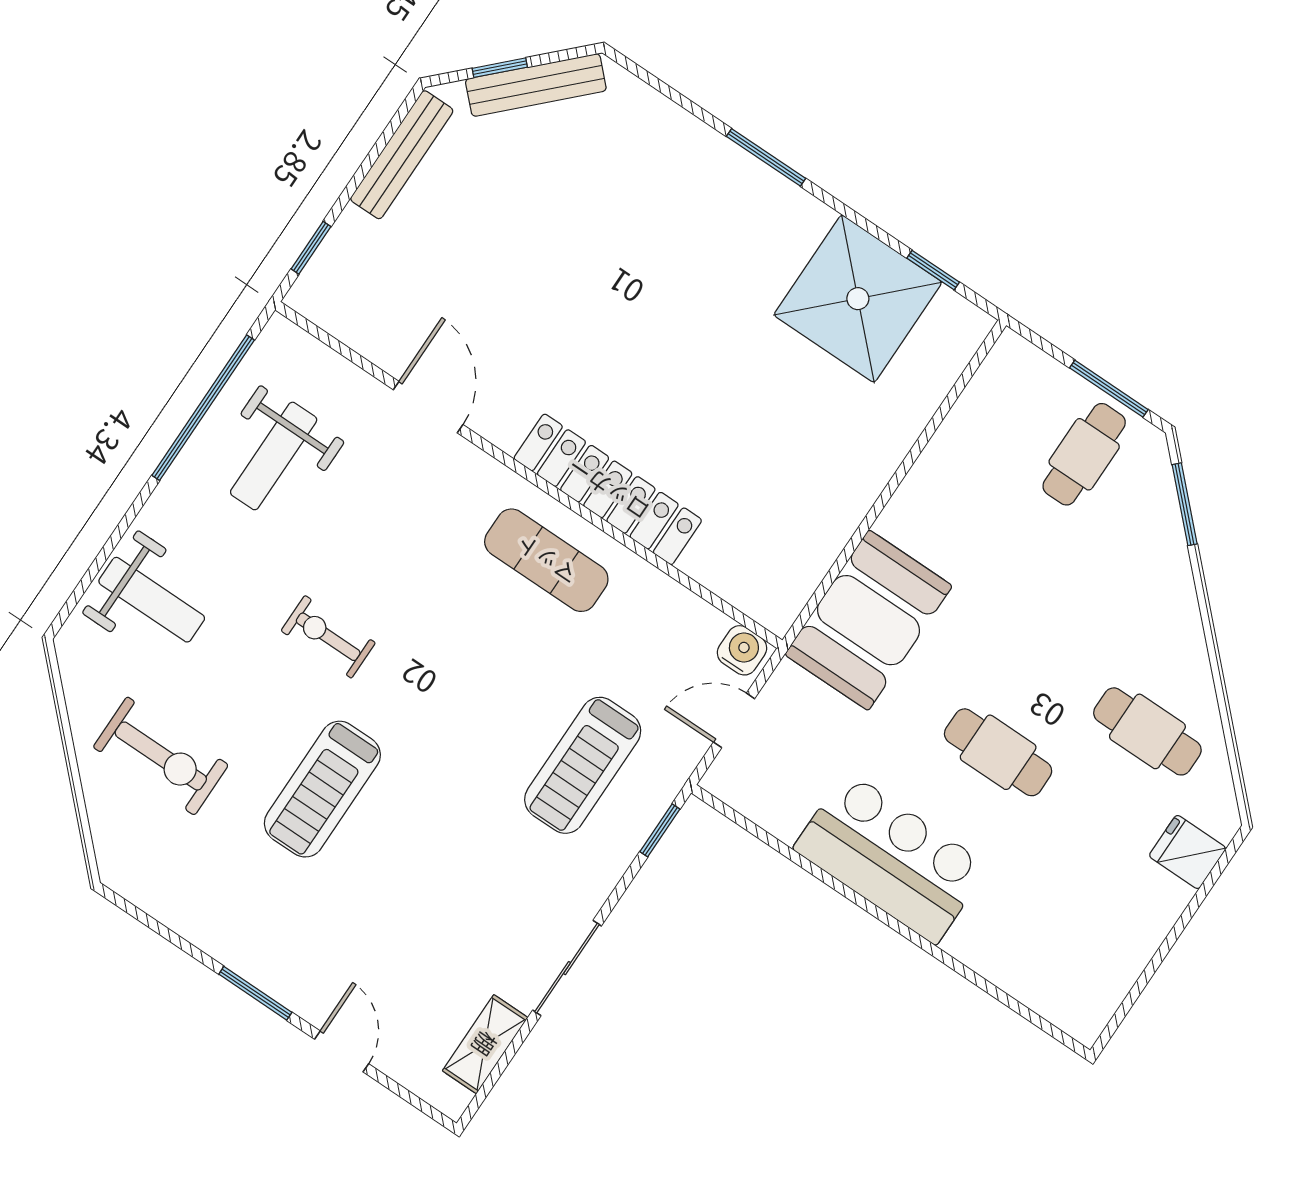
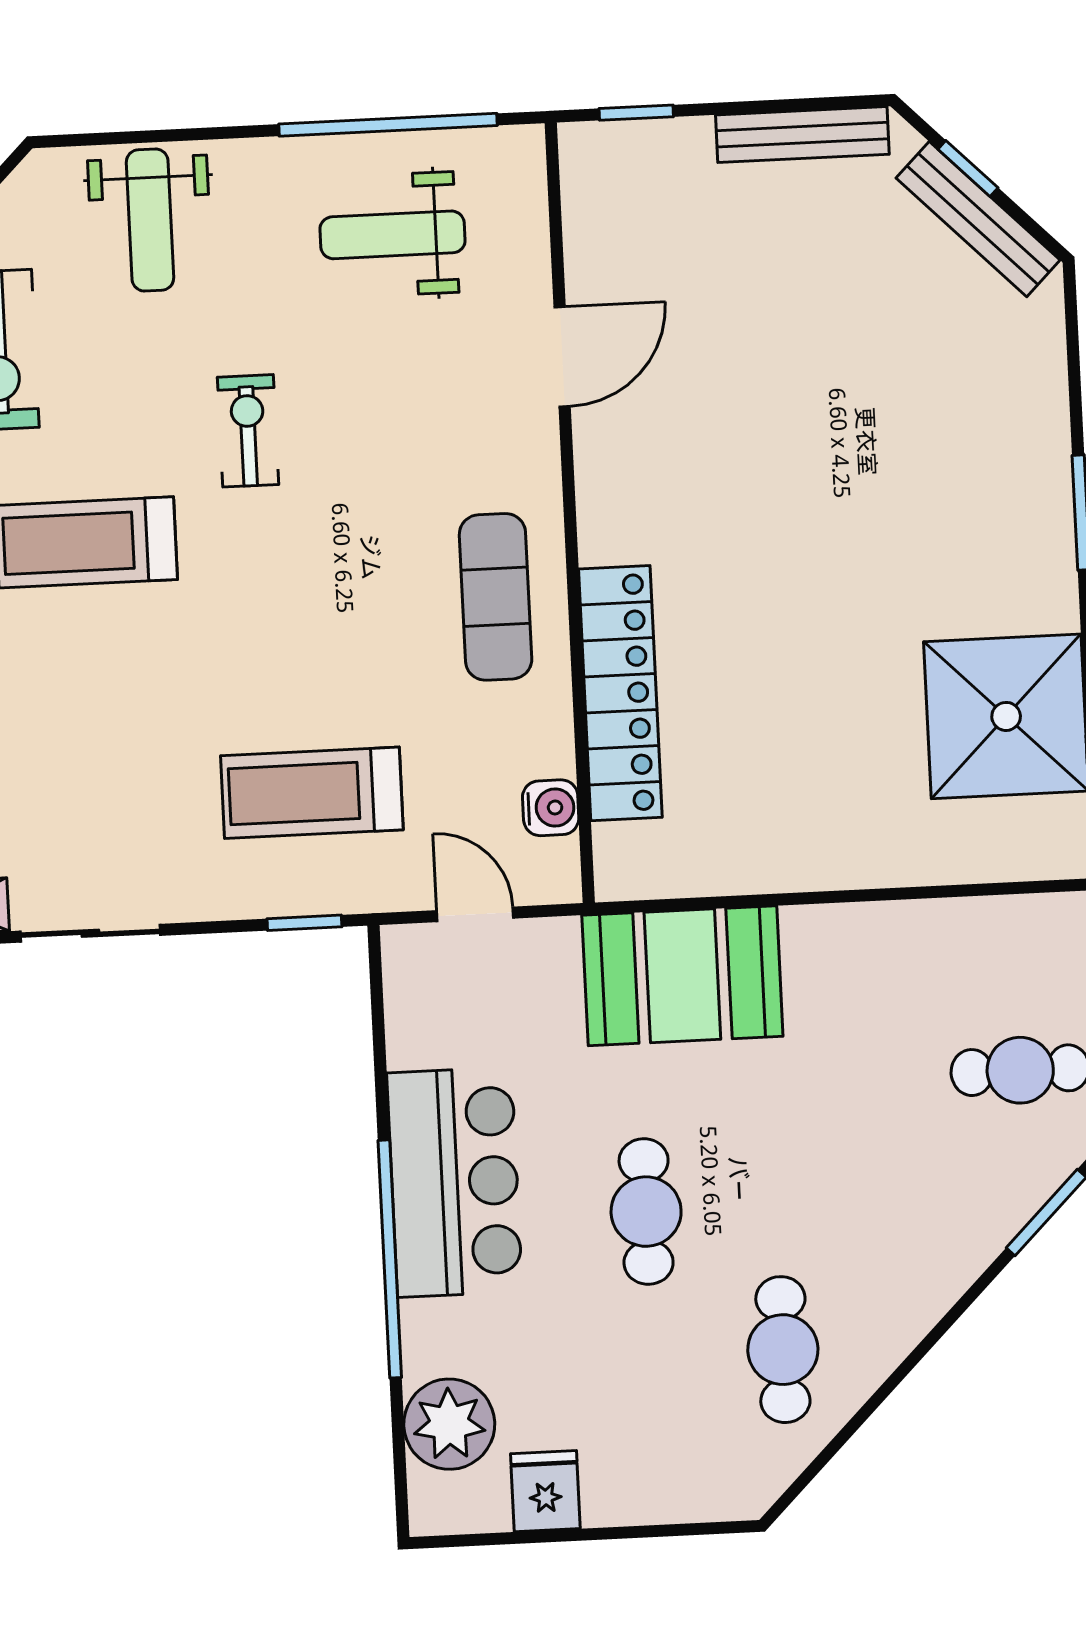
locker: (608, 489) -> (620, 693), moved
water cooler: (742, 650) -> (551, 808), moved
fridge: (1188, 852) -> (545, 1491), moved
window: (908, 934) -> (390, 1259), added
plant: (1039, 973) -> (449, 1424), added

